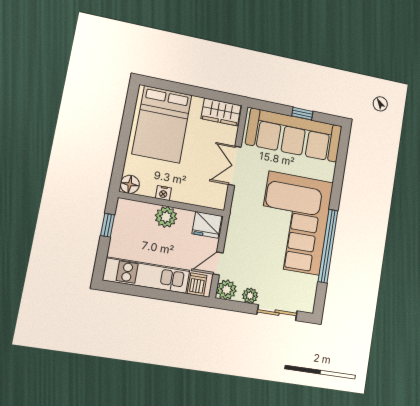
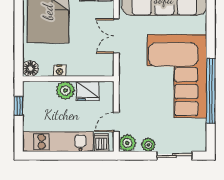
fridge: (207, 225) -> (87, 91), moved

